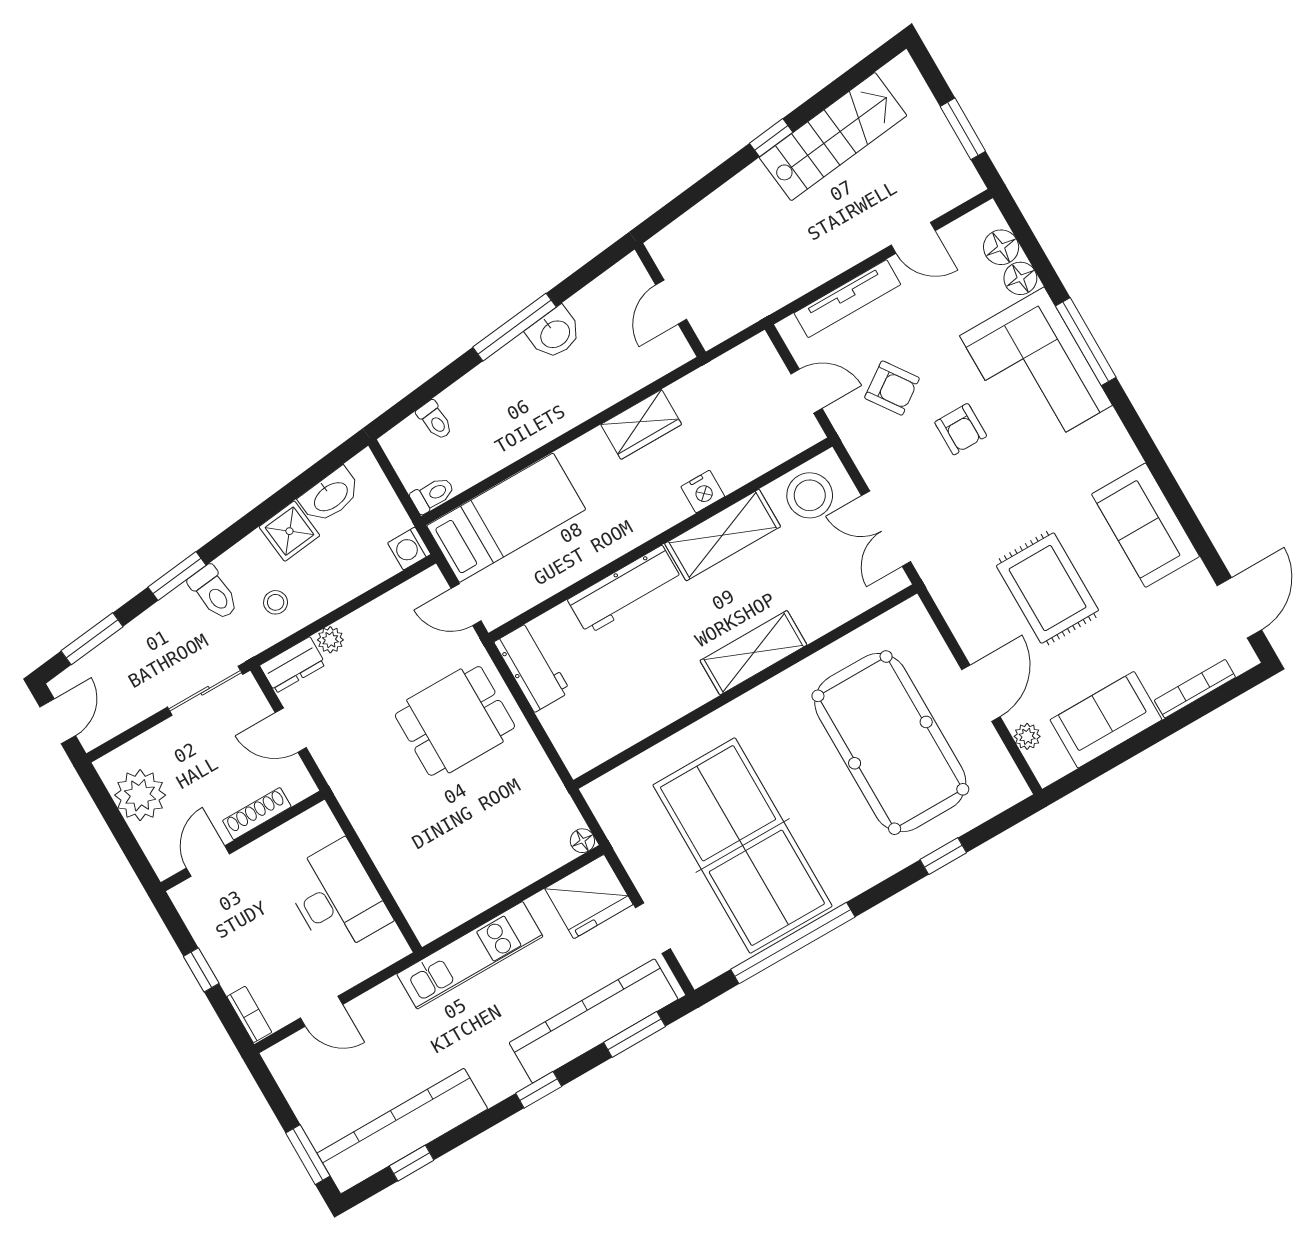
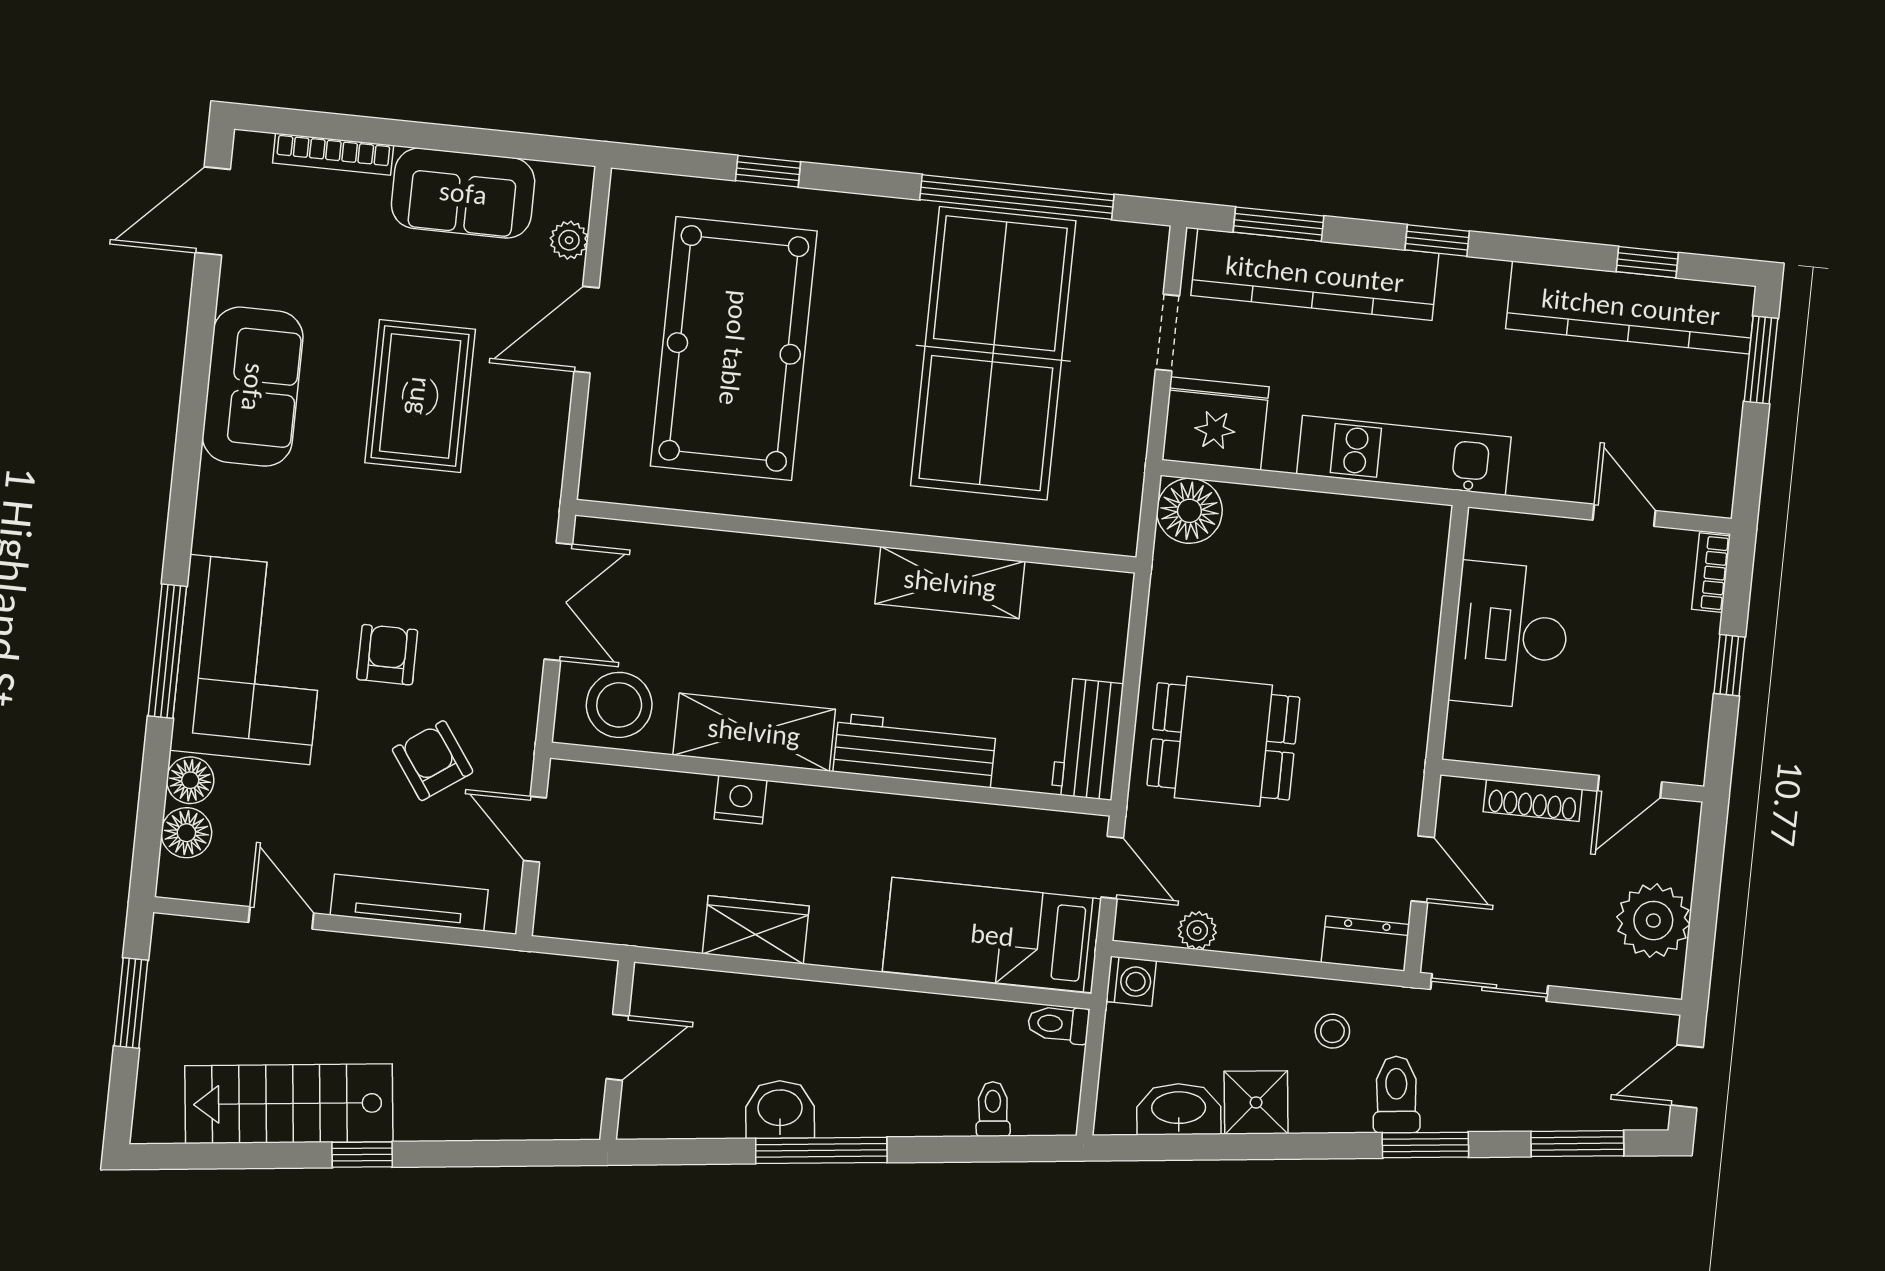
plant: (330, 640) -> (1197, 931), moved
shelving: (753, 653) -> (950, 583), moved
floor lamp: (582, 841) -> (1189, 511), width x1.89, depth x1.89

